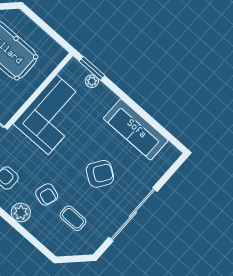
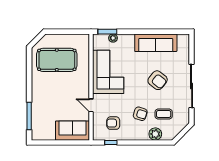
armchair: (100, 174) -> (158, 80), turned 95
plant: (21, 213) -> (155, 134), moved

